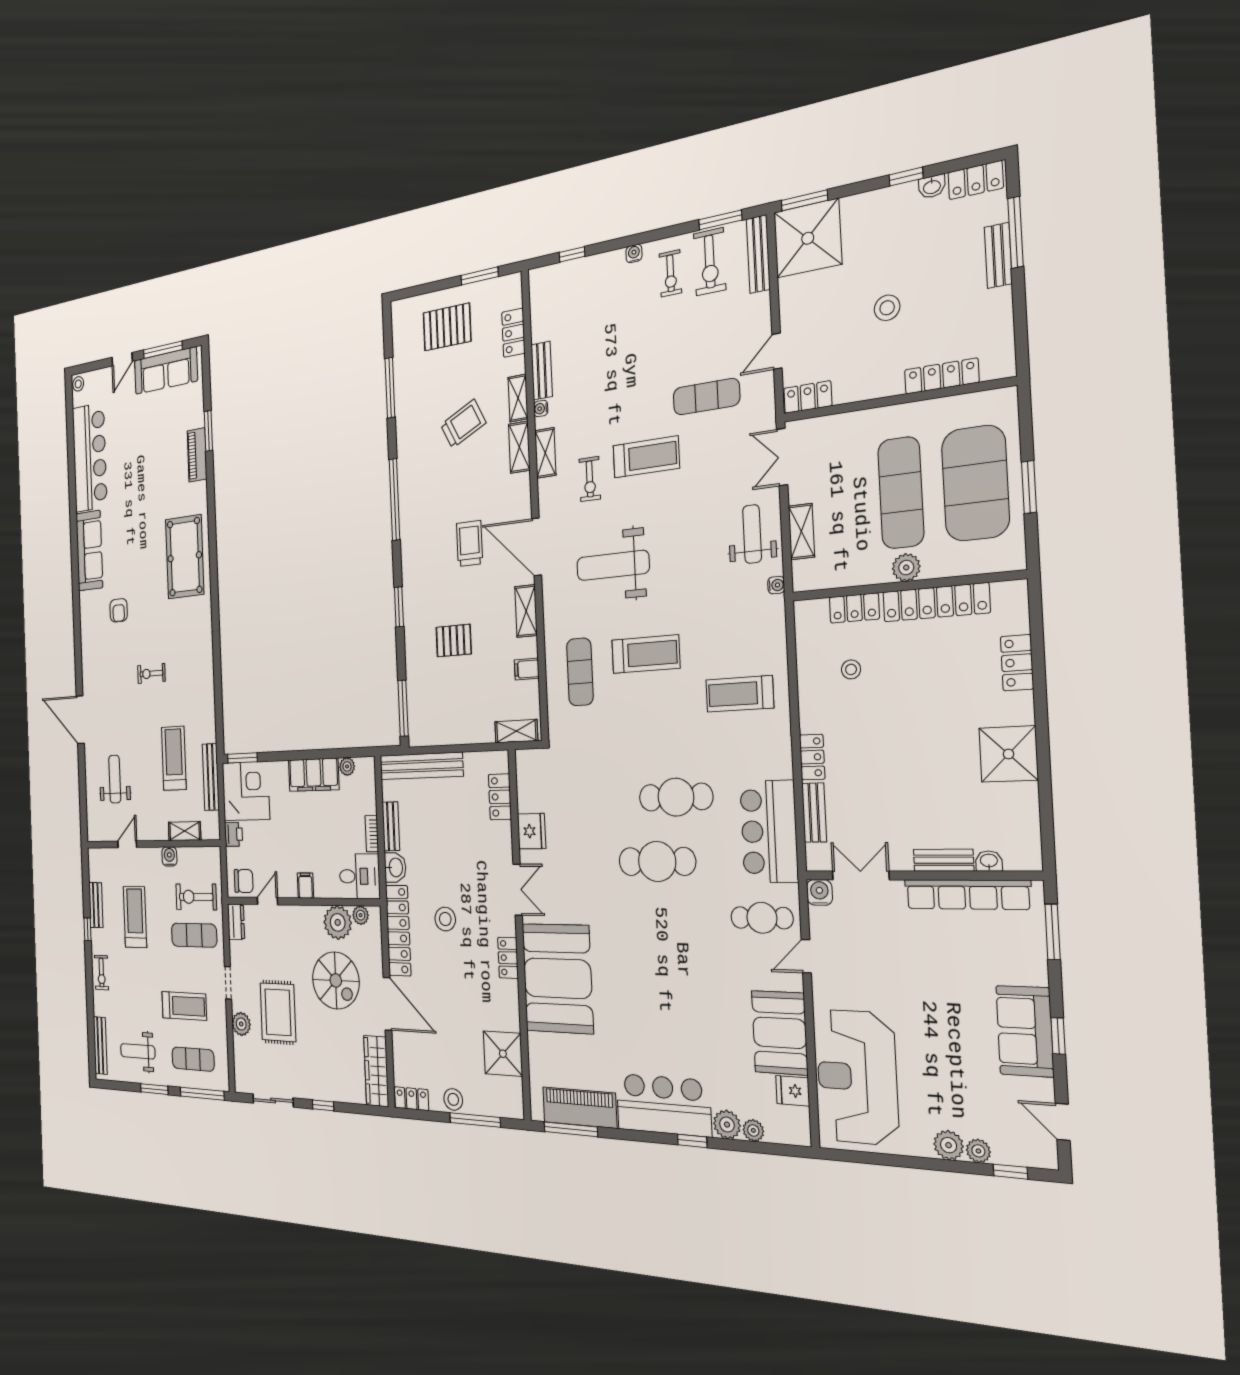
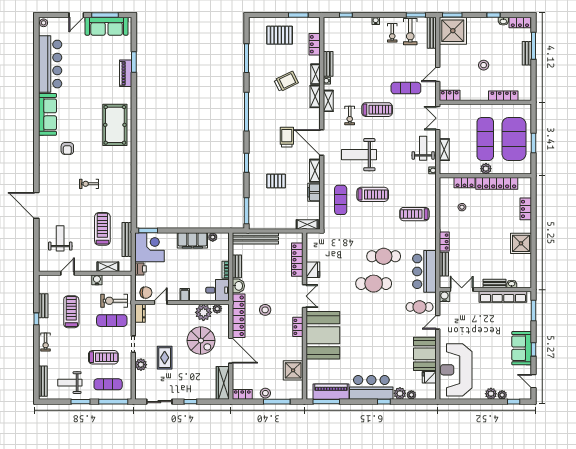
filing cabinet: (527, 669) -> (314, 192), width x2.00
locker: (500, 797) -> (297, 260), width x1.53
rug: (278, 1012) -> (165, 358), width x0.73, depth x0.70

